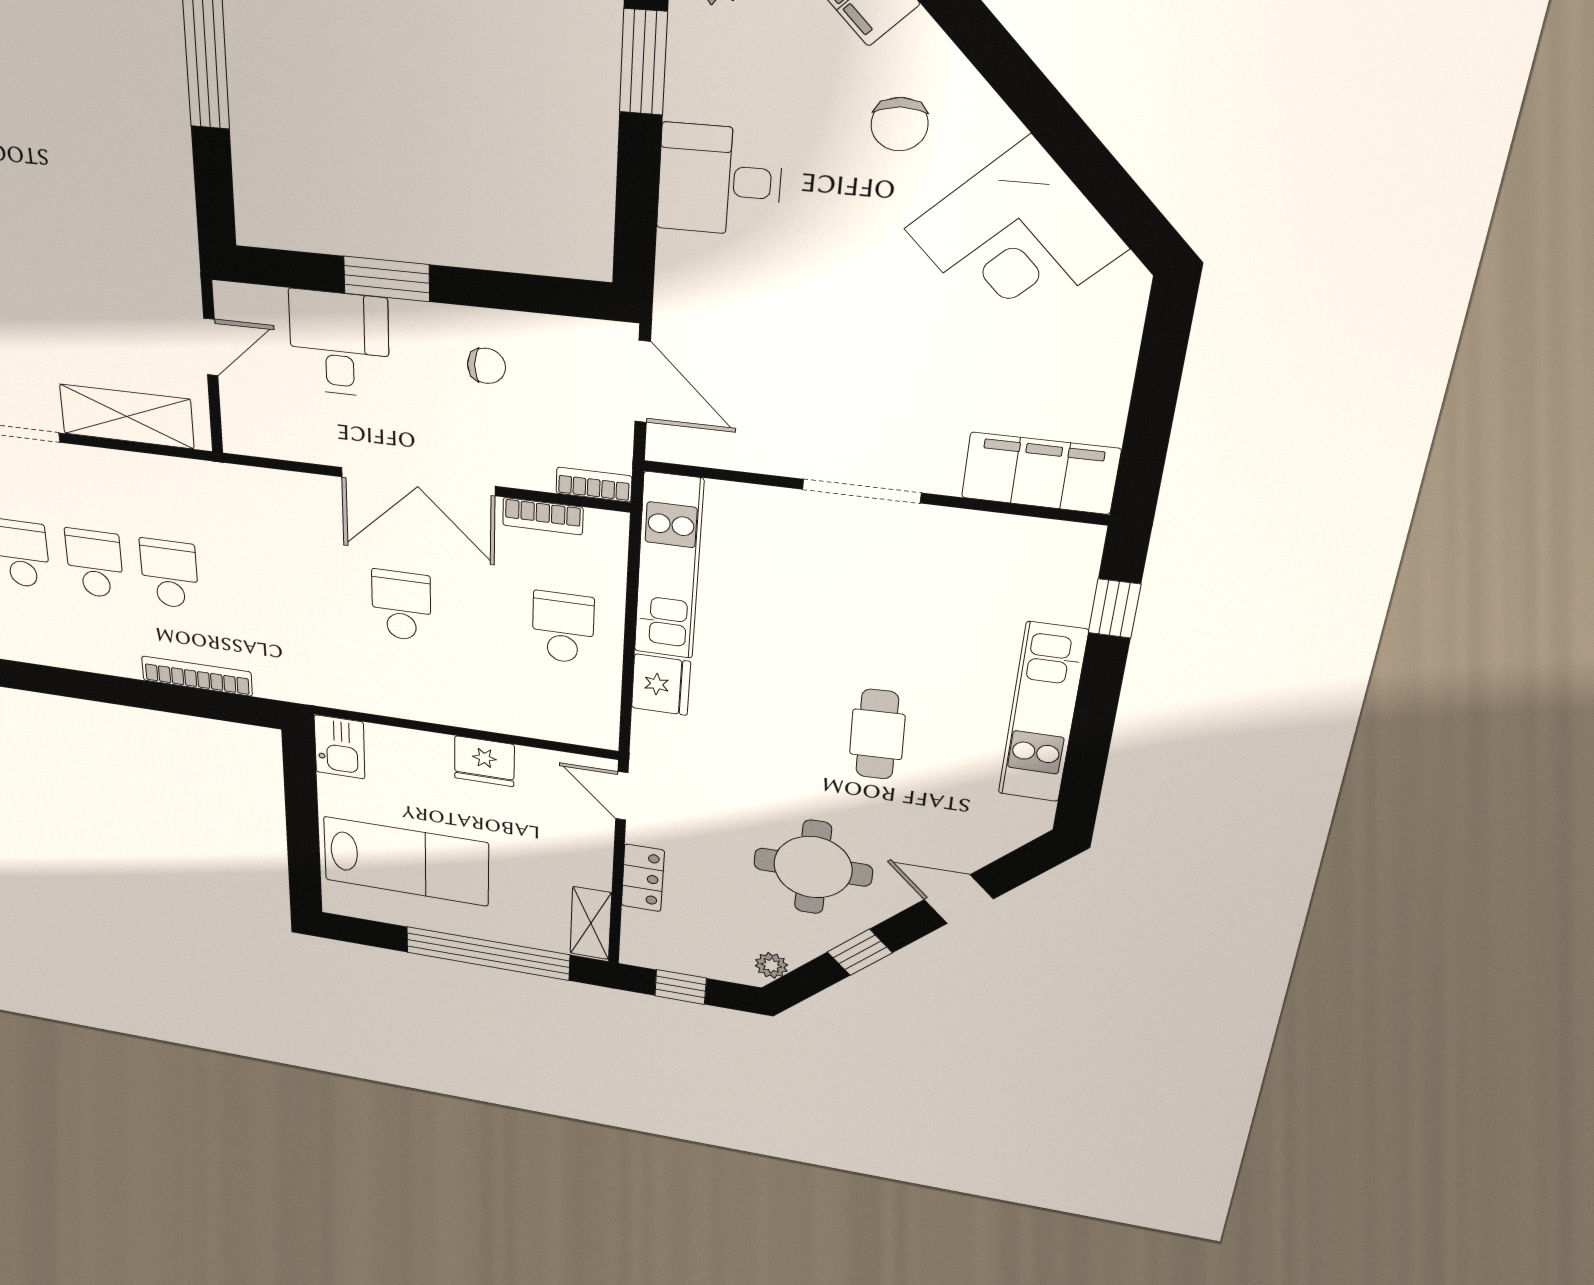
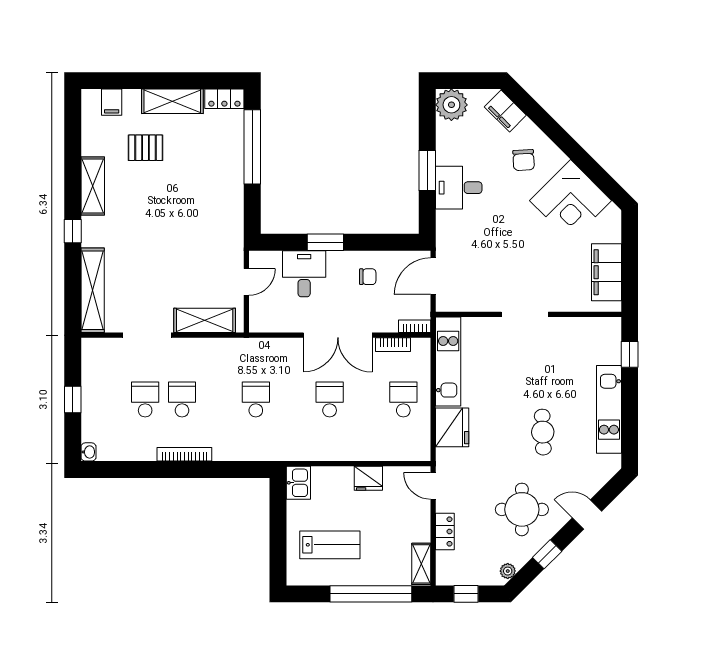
window: (643, 62) -> (427, 170), moved
door: (643, 382) -> (433, 276), swing flipped
filing cabinet: (1040, 473) -> (607, 272), moved, turned -90
school desk: (169, 574) -> (256, 399), moved
bookcase: (197, 676) -> (184, 454), moved
fridge: (661, 685) -> (452, 427), width x1.36, depth x1.34
lab bench: (406, 861) -> (330, 545), width x0.73, depth x0.72

